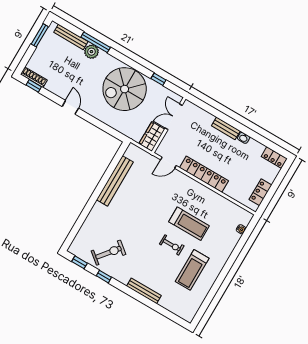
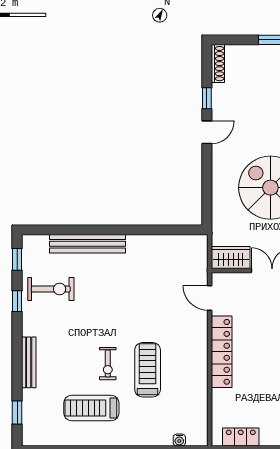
window: (34, 86) -> (207, 98), moved
bench: (115, 181) -> (88, 244), moved
treadmill: (189, 224) -> (148, 370), turned 180
exercise bike: (108, 253) -> (51, 289), turned -39
window: (169, 315) -> (17, 413), added

